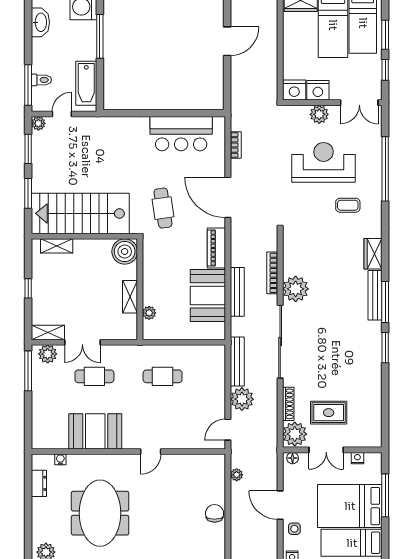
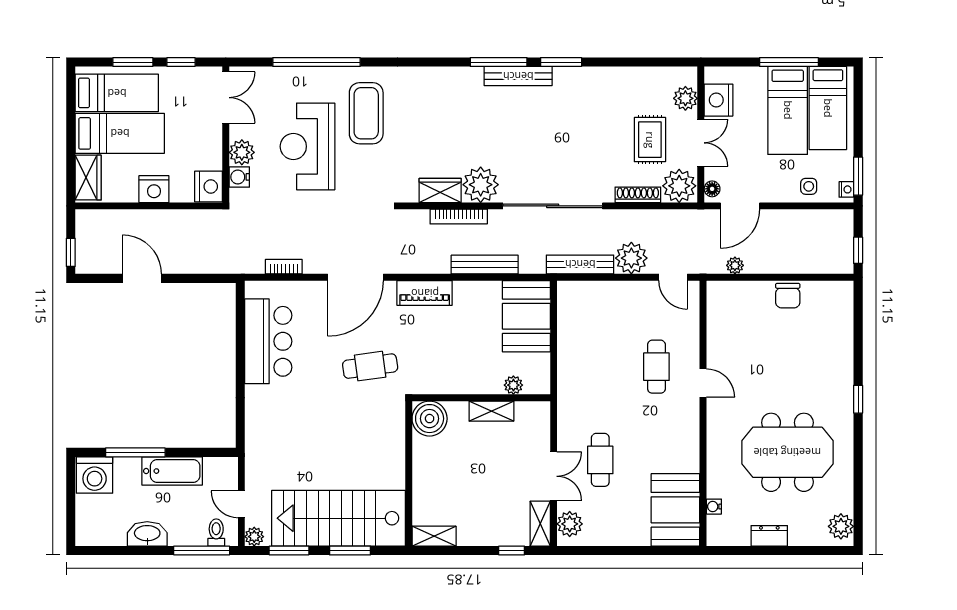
washbasin: (40, 22) -> (147, 534), moved
toilet: (41, 80) -> (216, 532), moved
bathtub: (86, 83) -> (172, 471), moved
nightstand: (318, 90) -> (154, 189), moved, turned 90
water cooler: (301, 113) -> (239, 177), added
coffee table: (348, 205) -> (366, 113), width x1.86, depth x1.72
stairs: (80, 213) -> (339, 518), moved, turned 90
shelving: (57, 246) -> (434, 536), moved, turned 90
wardrobe: (373, 254) -> (440, 190), moved, turned 180
window: (28, 288) -> (512, 550), moved
booth: (208, 295) -> (526, 316), moved, turned 90
bench: (375, 295) -> (518, 76), moved
window: (28, 371) -> (593, 550), removed
cafe table: (163, 376) -> (656, 367), moved
booth: (95, 431) -> (675, 510), moved
plant: (359, 439) -> (685, 98), added
nightstand: (357, 458) -> (719, 100), width x1.89, depth x1.79
dresser: (39, 483) -> (769, 536), moved
window: (385, 495) -> (789, 62), moved
door: (280, 505) -> (740, 206), moved
bed: (350, 506) -> (788, 110), width x0.67
chair: (215, 513) -> (788, 296), turned -90

